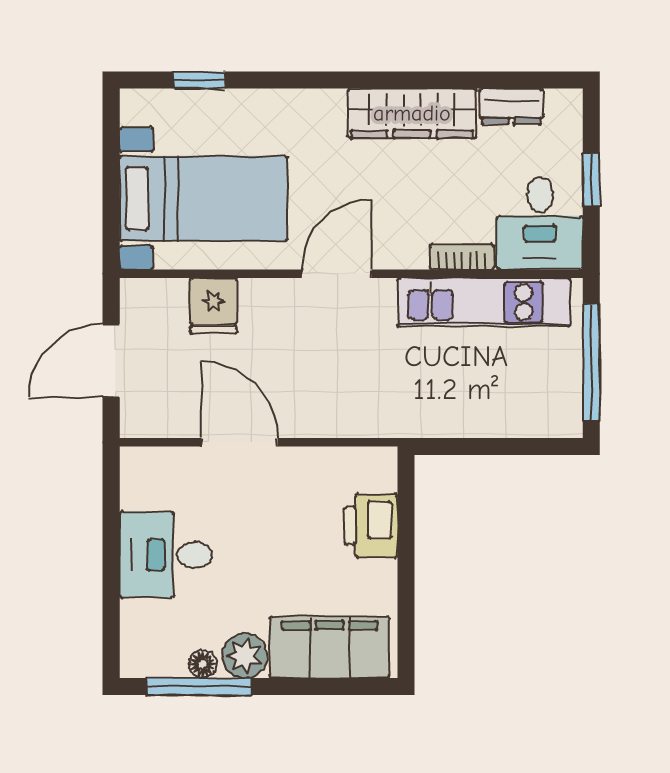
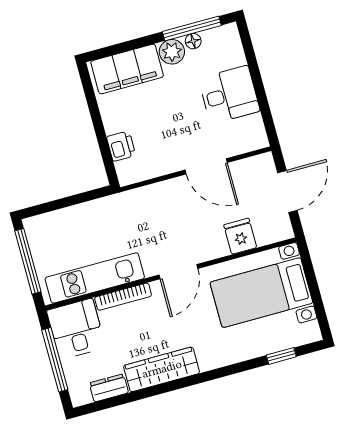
window: (591, 180) -> (55, 360), width x2.17
bookcase: (462, 257) -> (123, 297), width x1.56
printer: (371, 526) -> (121, 146), width x0.73, depth x0.81

